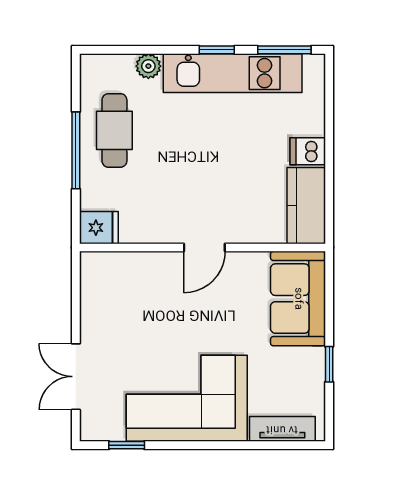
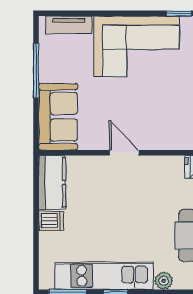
door: (204, 247) -> (124, 153), hinge flipped
window: (329, 364) -> (36, 70), width x2.17

